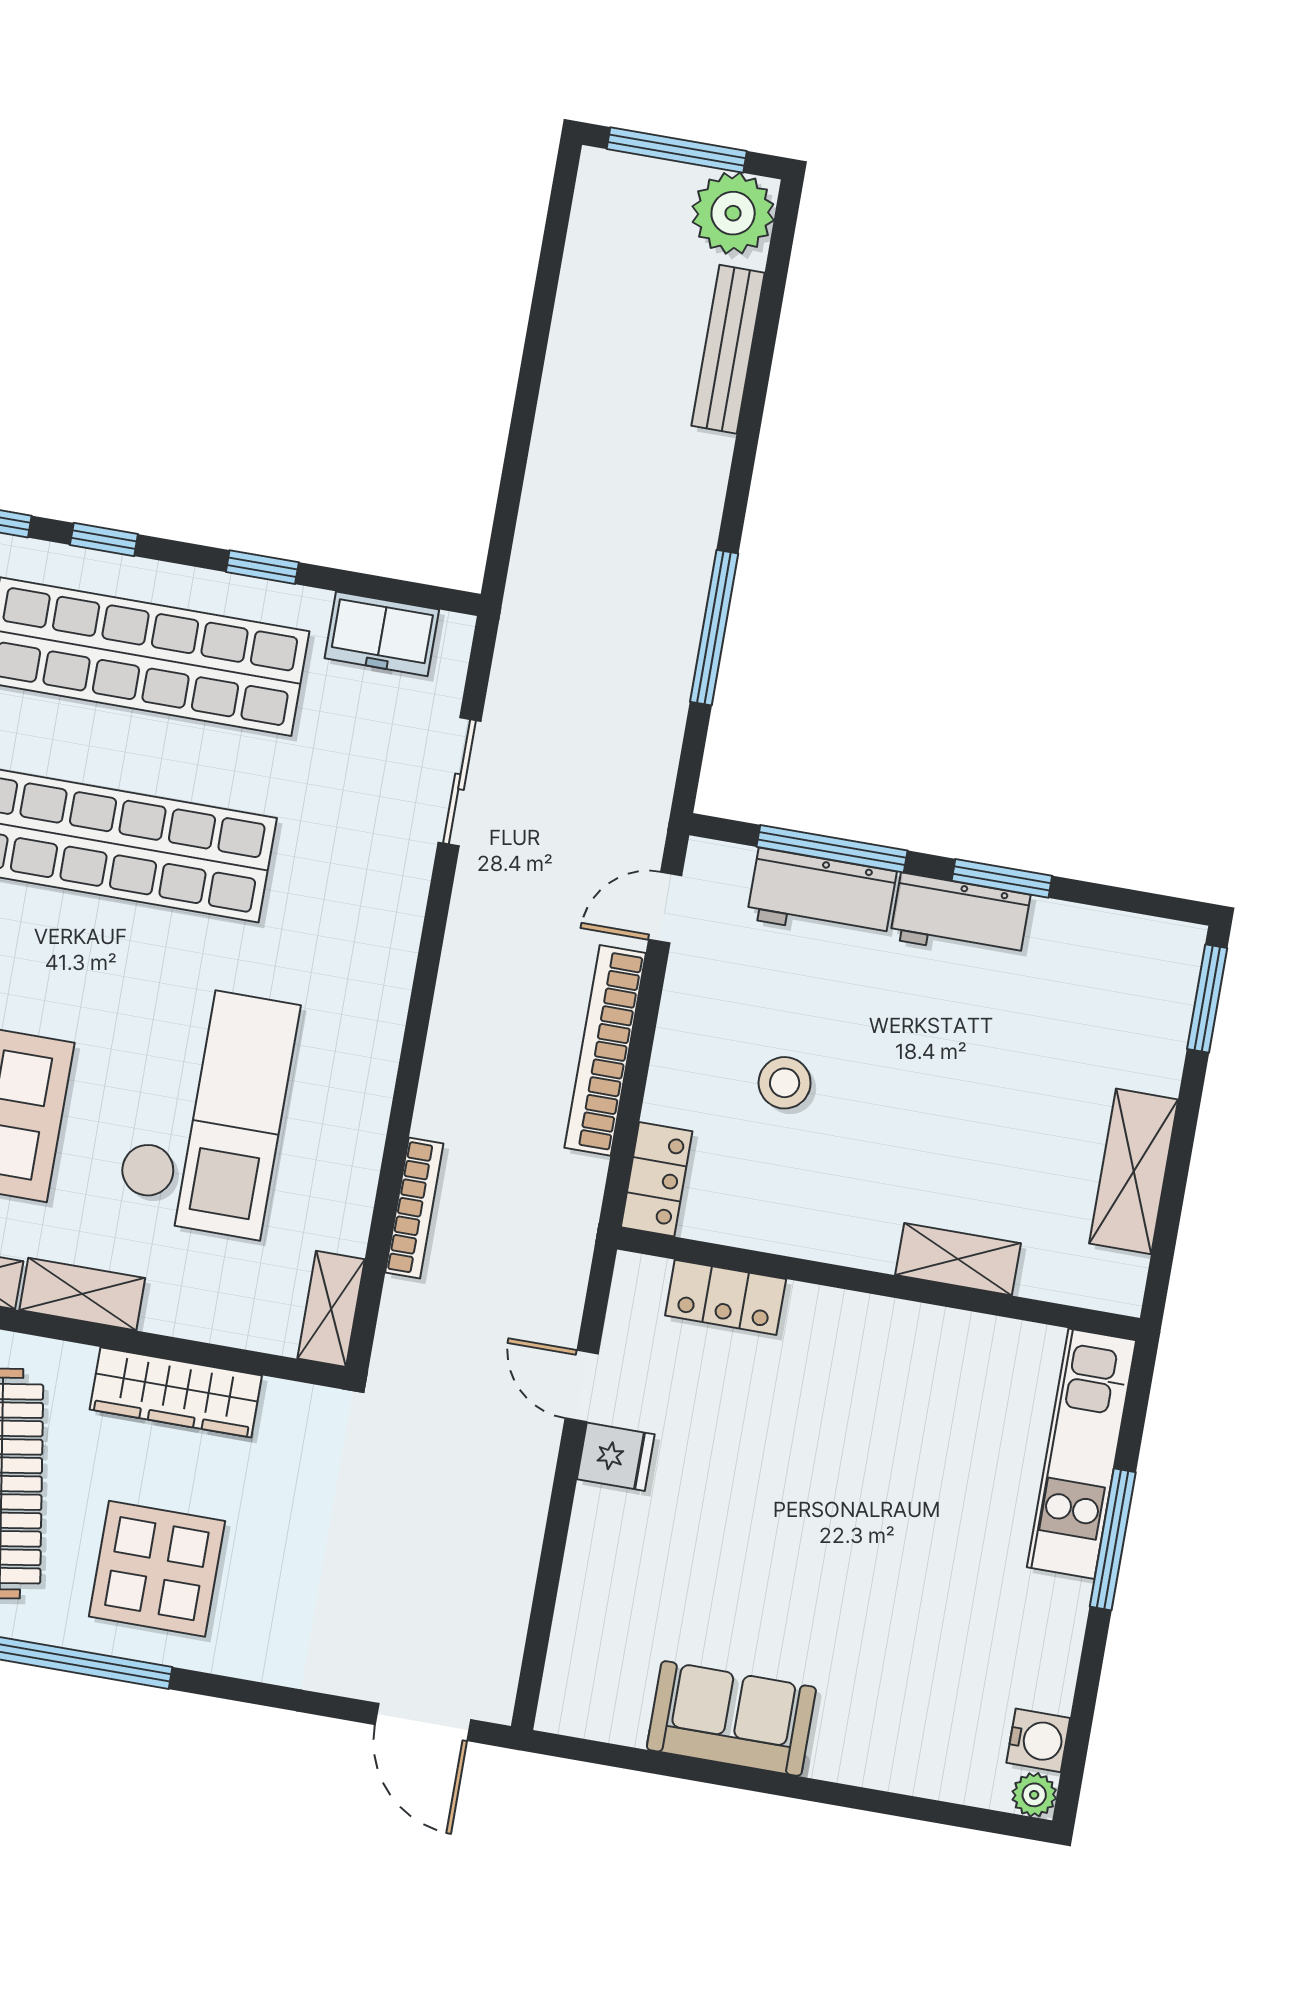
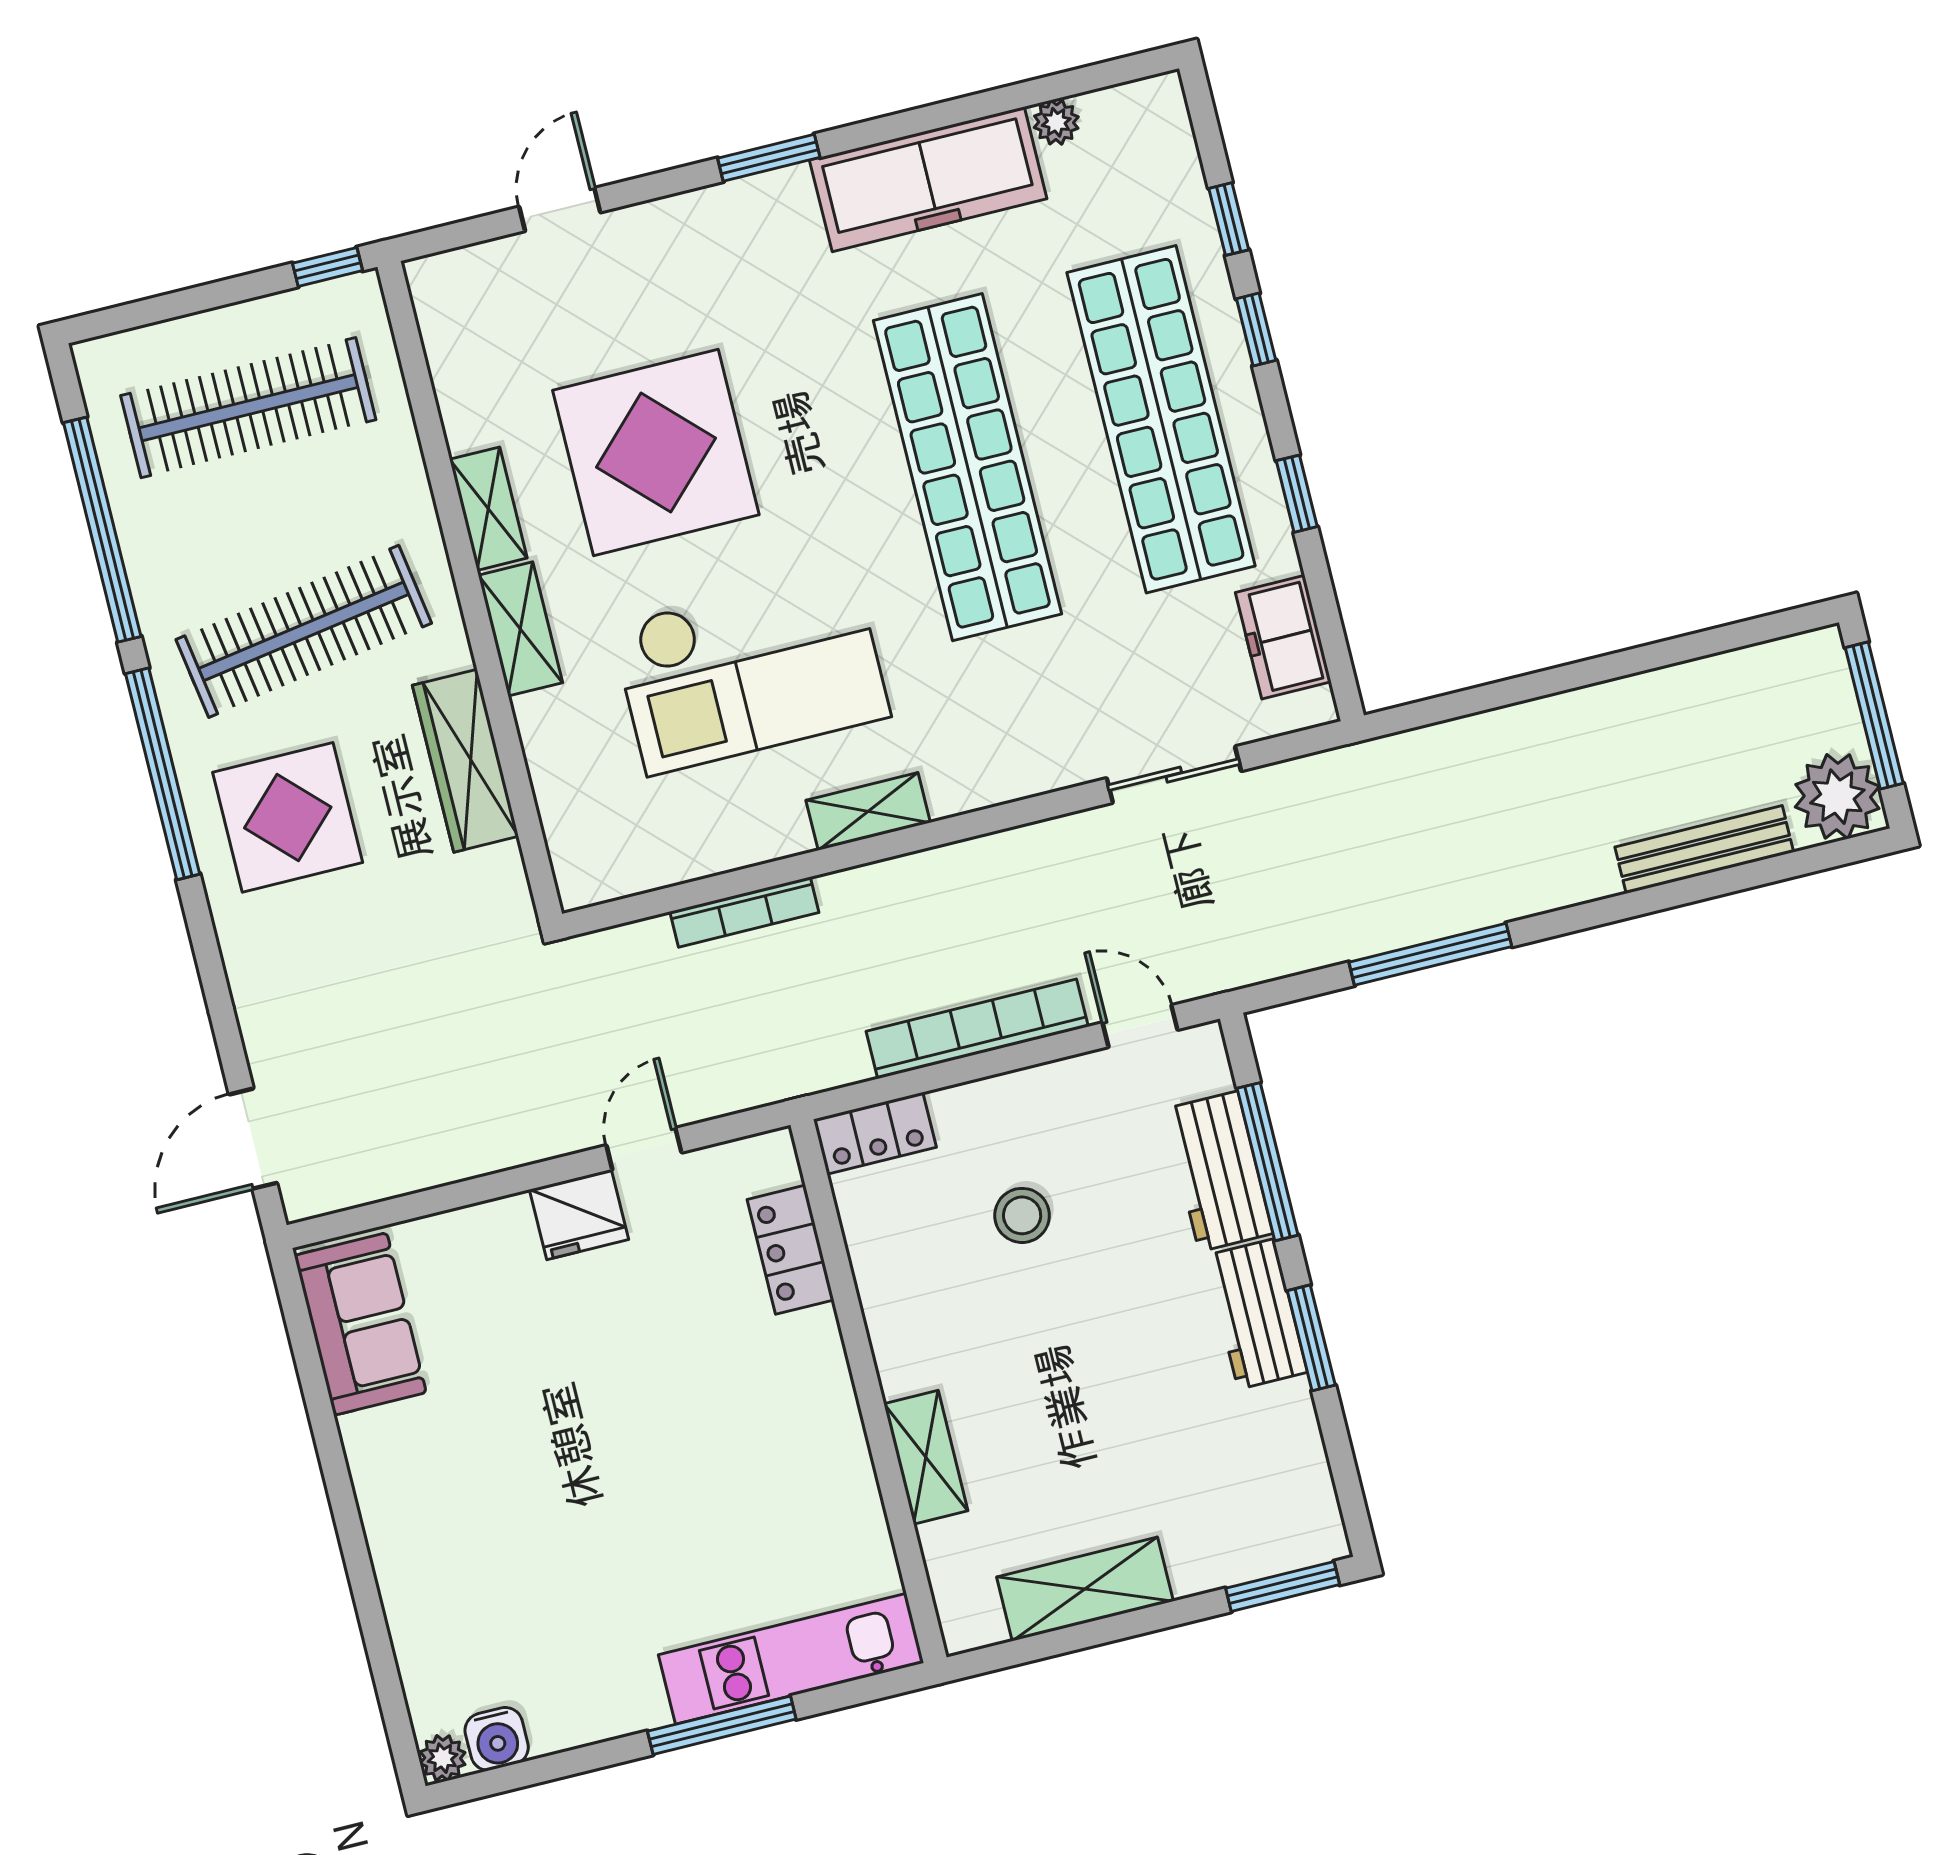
shelving: (331, 1309) -> (868, 811), moved
fridge: (616, 1457) -> (579, 1214), width x1.38
sofa: (731, 1718) -> (360, 1324), moved

